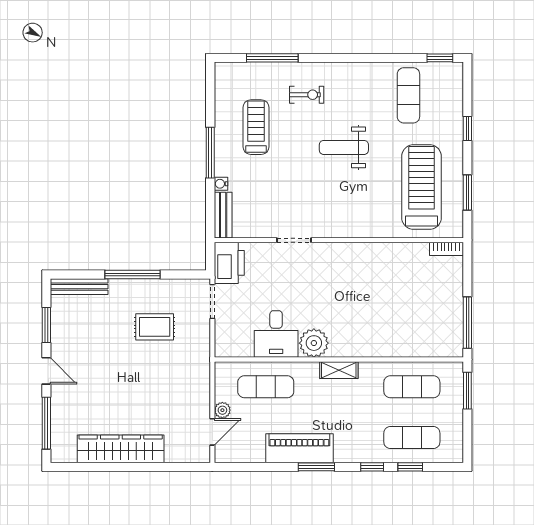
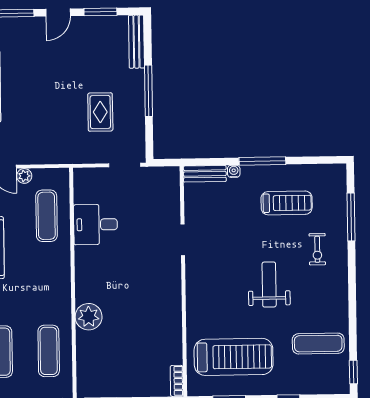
printer: (229, 263) -> (161, 180), removed
plant: (314, 343) -> (89, 317), moved
shelving: (339, 370) -> (63, 283), removed

